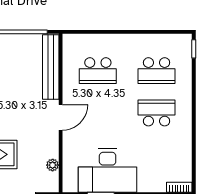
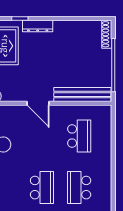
school desk: (98, 71) -> (79, 136), turned 180

